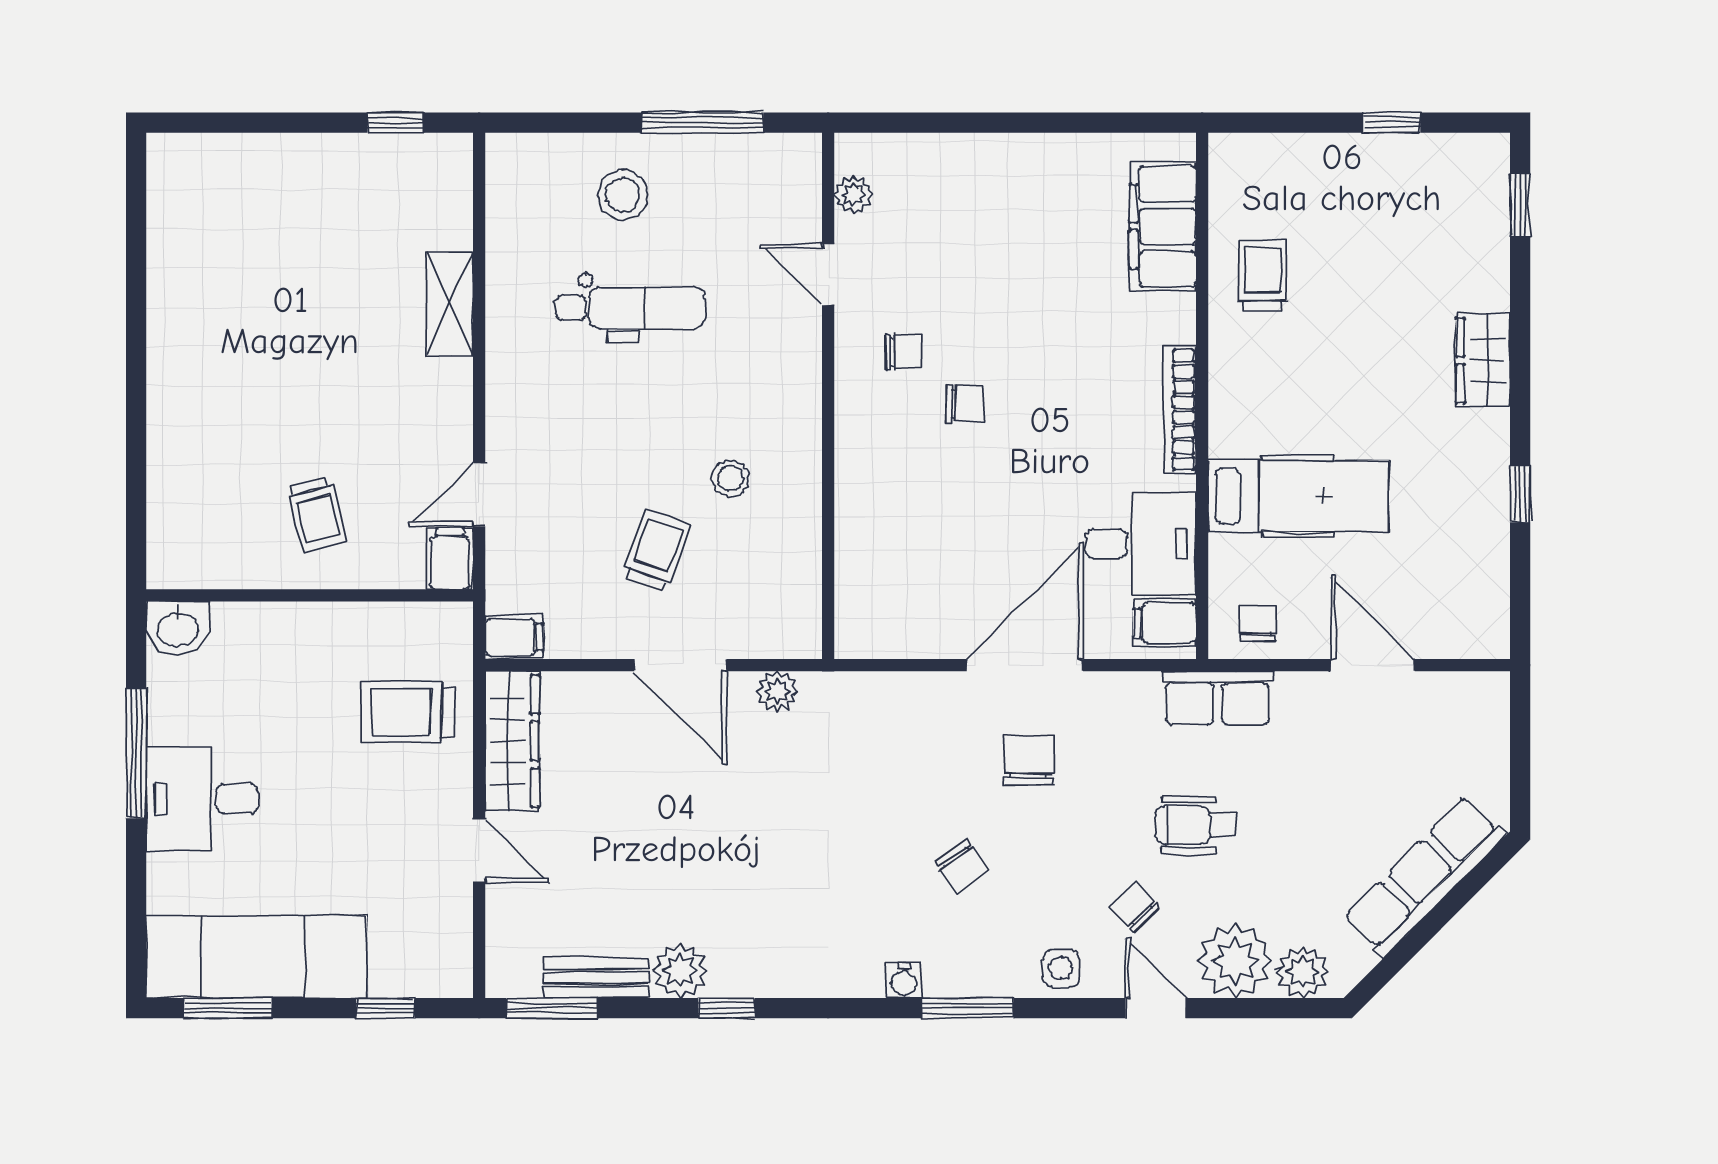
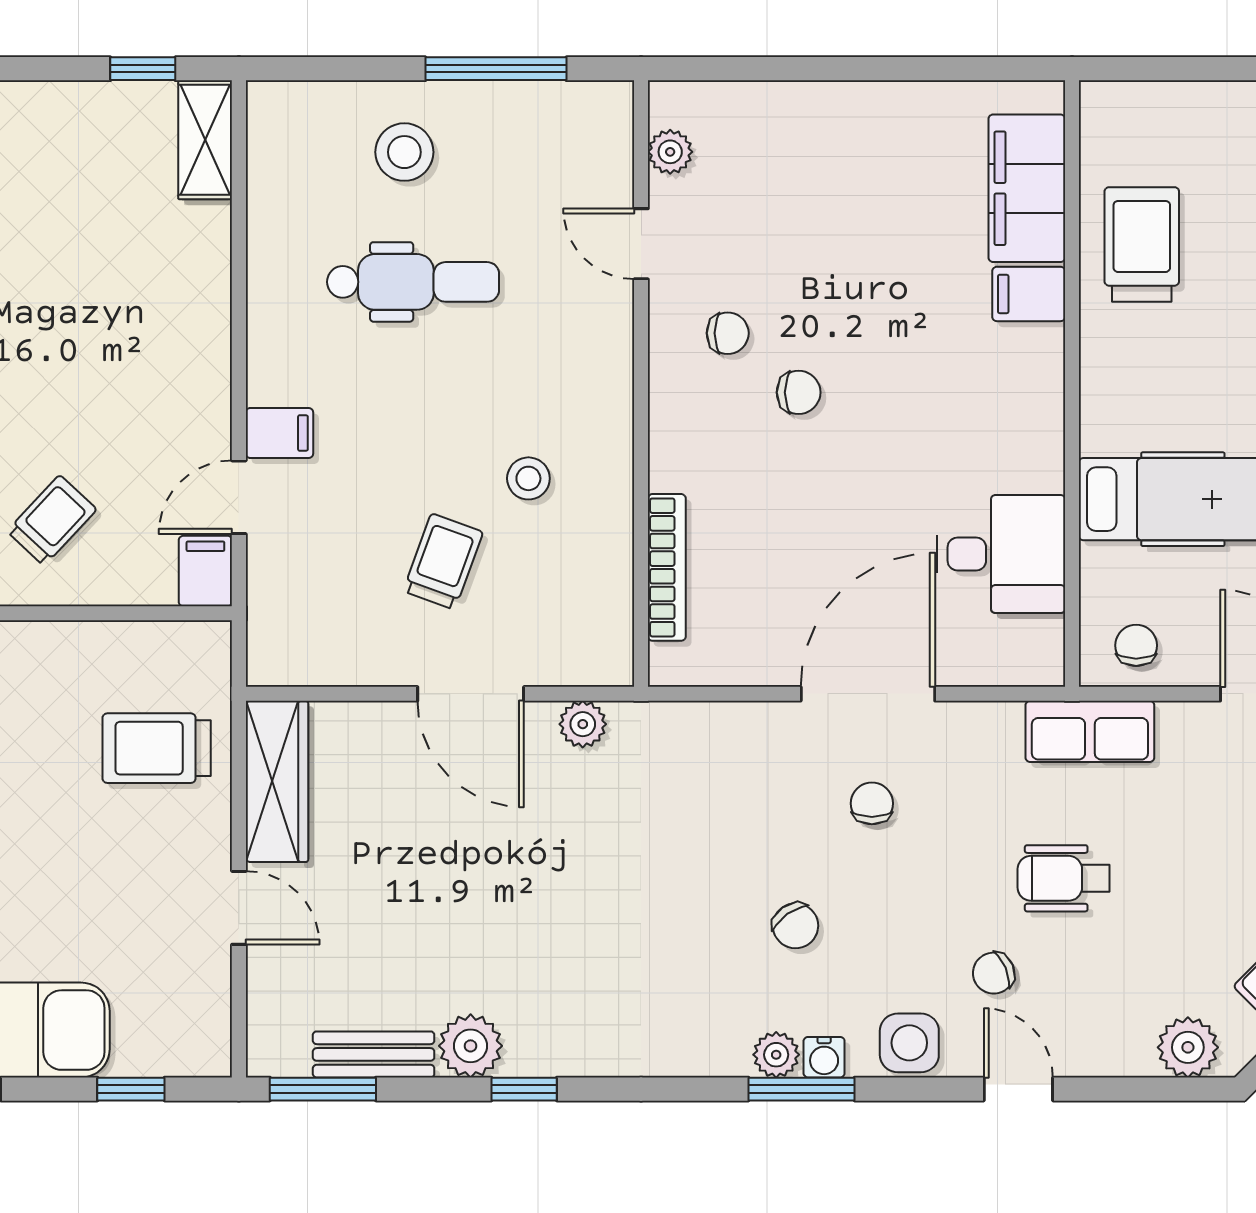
trolley: (1263, 275) -> (1142, 244), width x1.36, depth x1.39
shelving: (450, 304) -> (205, 140), moved
bookcase: (1180, 410) -> (667, 567), moved, turned 180
trolley: (317, 515) -> (52, 520), turned -122
filing cabinet: (1165, 623) -> (1029, 294), moved
filing cabinet: (514, 637) -> (279, 433), moved
chair: (1028, 760) -> (872, 803), width x0.73, depth x0.73
chair: (1134, 907) -> (994, 973), turned -69
plant: (1235, 961) -> (776, 1055), moved, width x0.53, depth x0.53
side table: (1061, 968) -> (909, 1043), width x1.37, depth x1.37
water cooler: (904, 980) -> (824, 1057), moved

